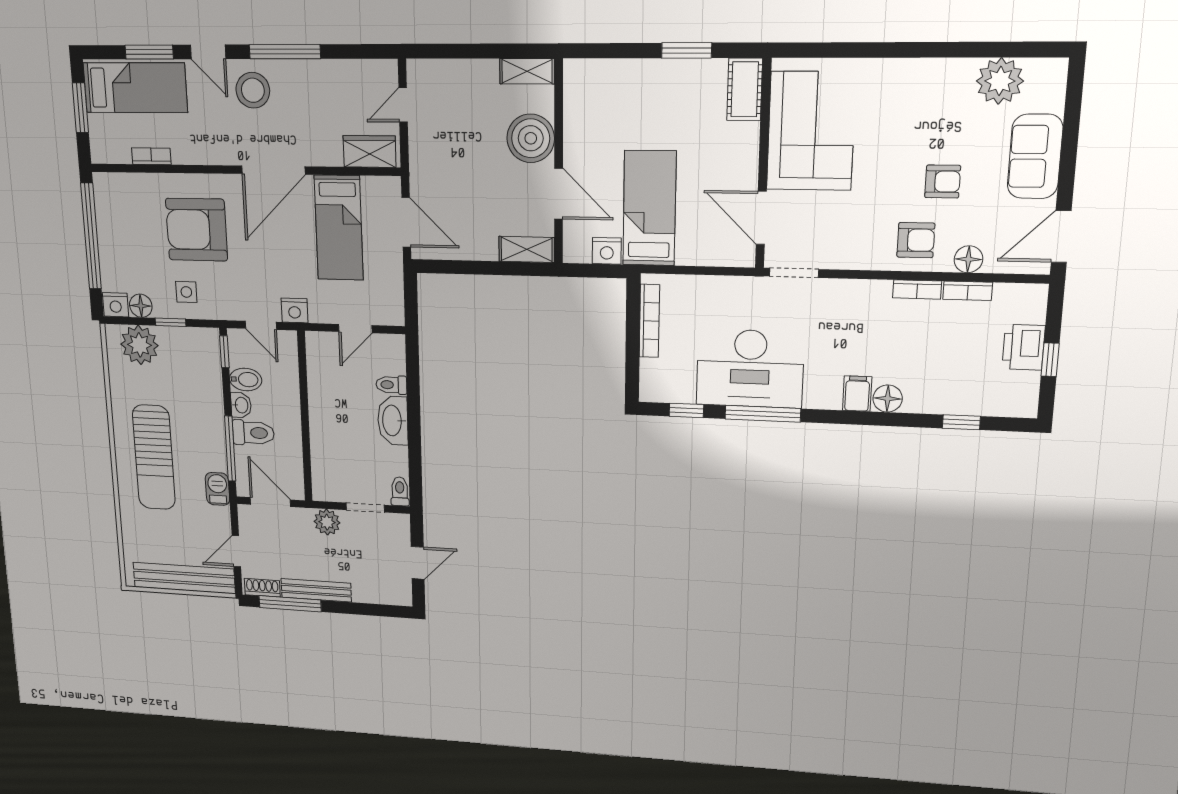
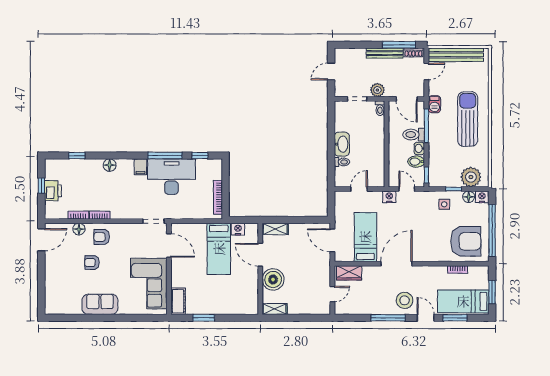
plant: (1000, 81) -> (72, 305), removed
sofa: (1035, 156) -> (100, 304), moved, turned -90
armchair: (197, 230) -> (466, 241), moved
filing cabinet: (857, 394) -> (140, 167), moved
toilet: (400, 491) -> (380, 108), moved

